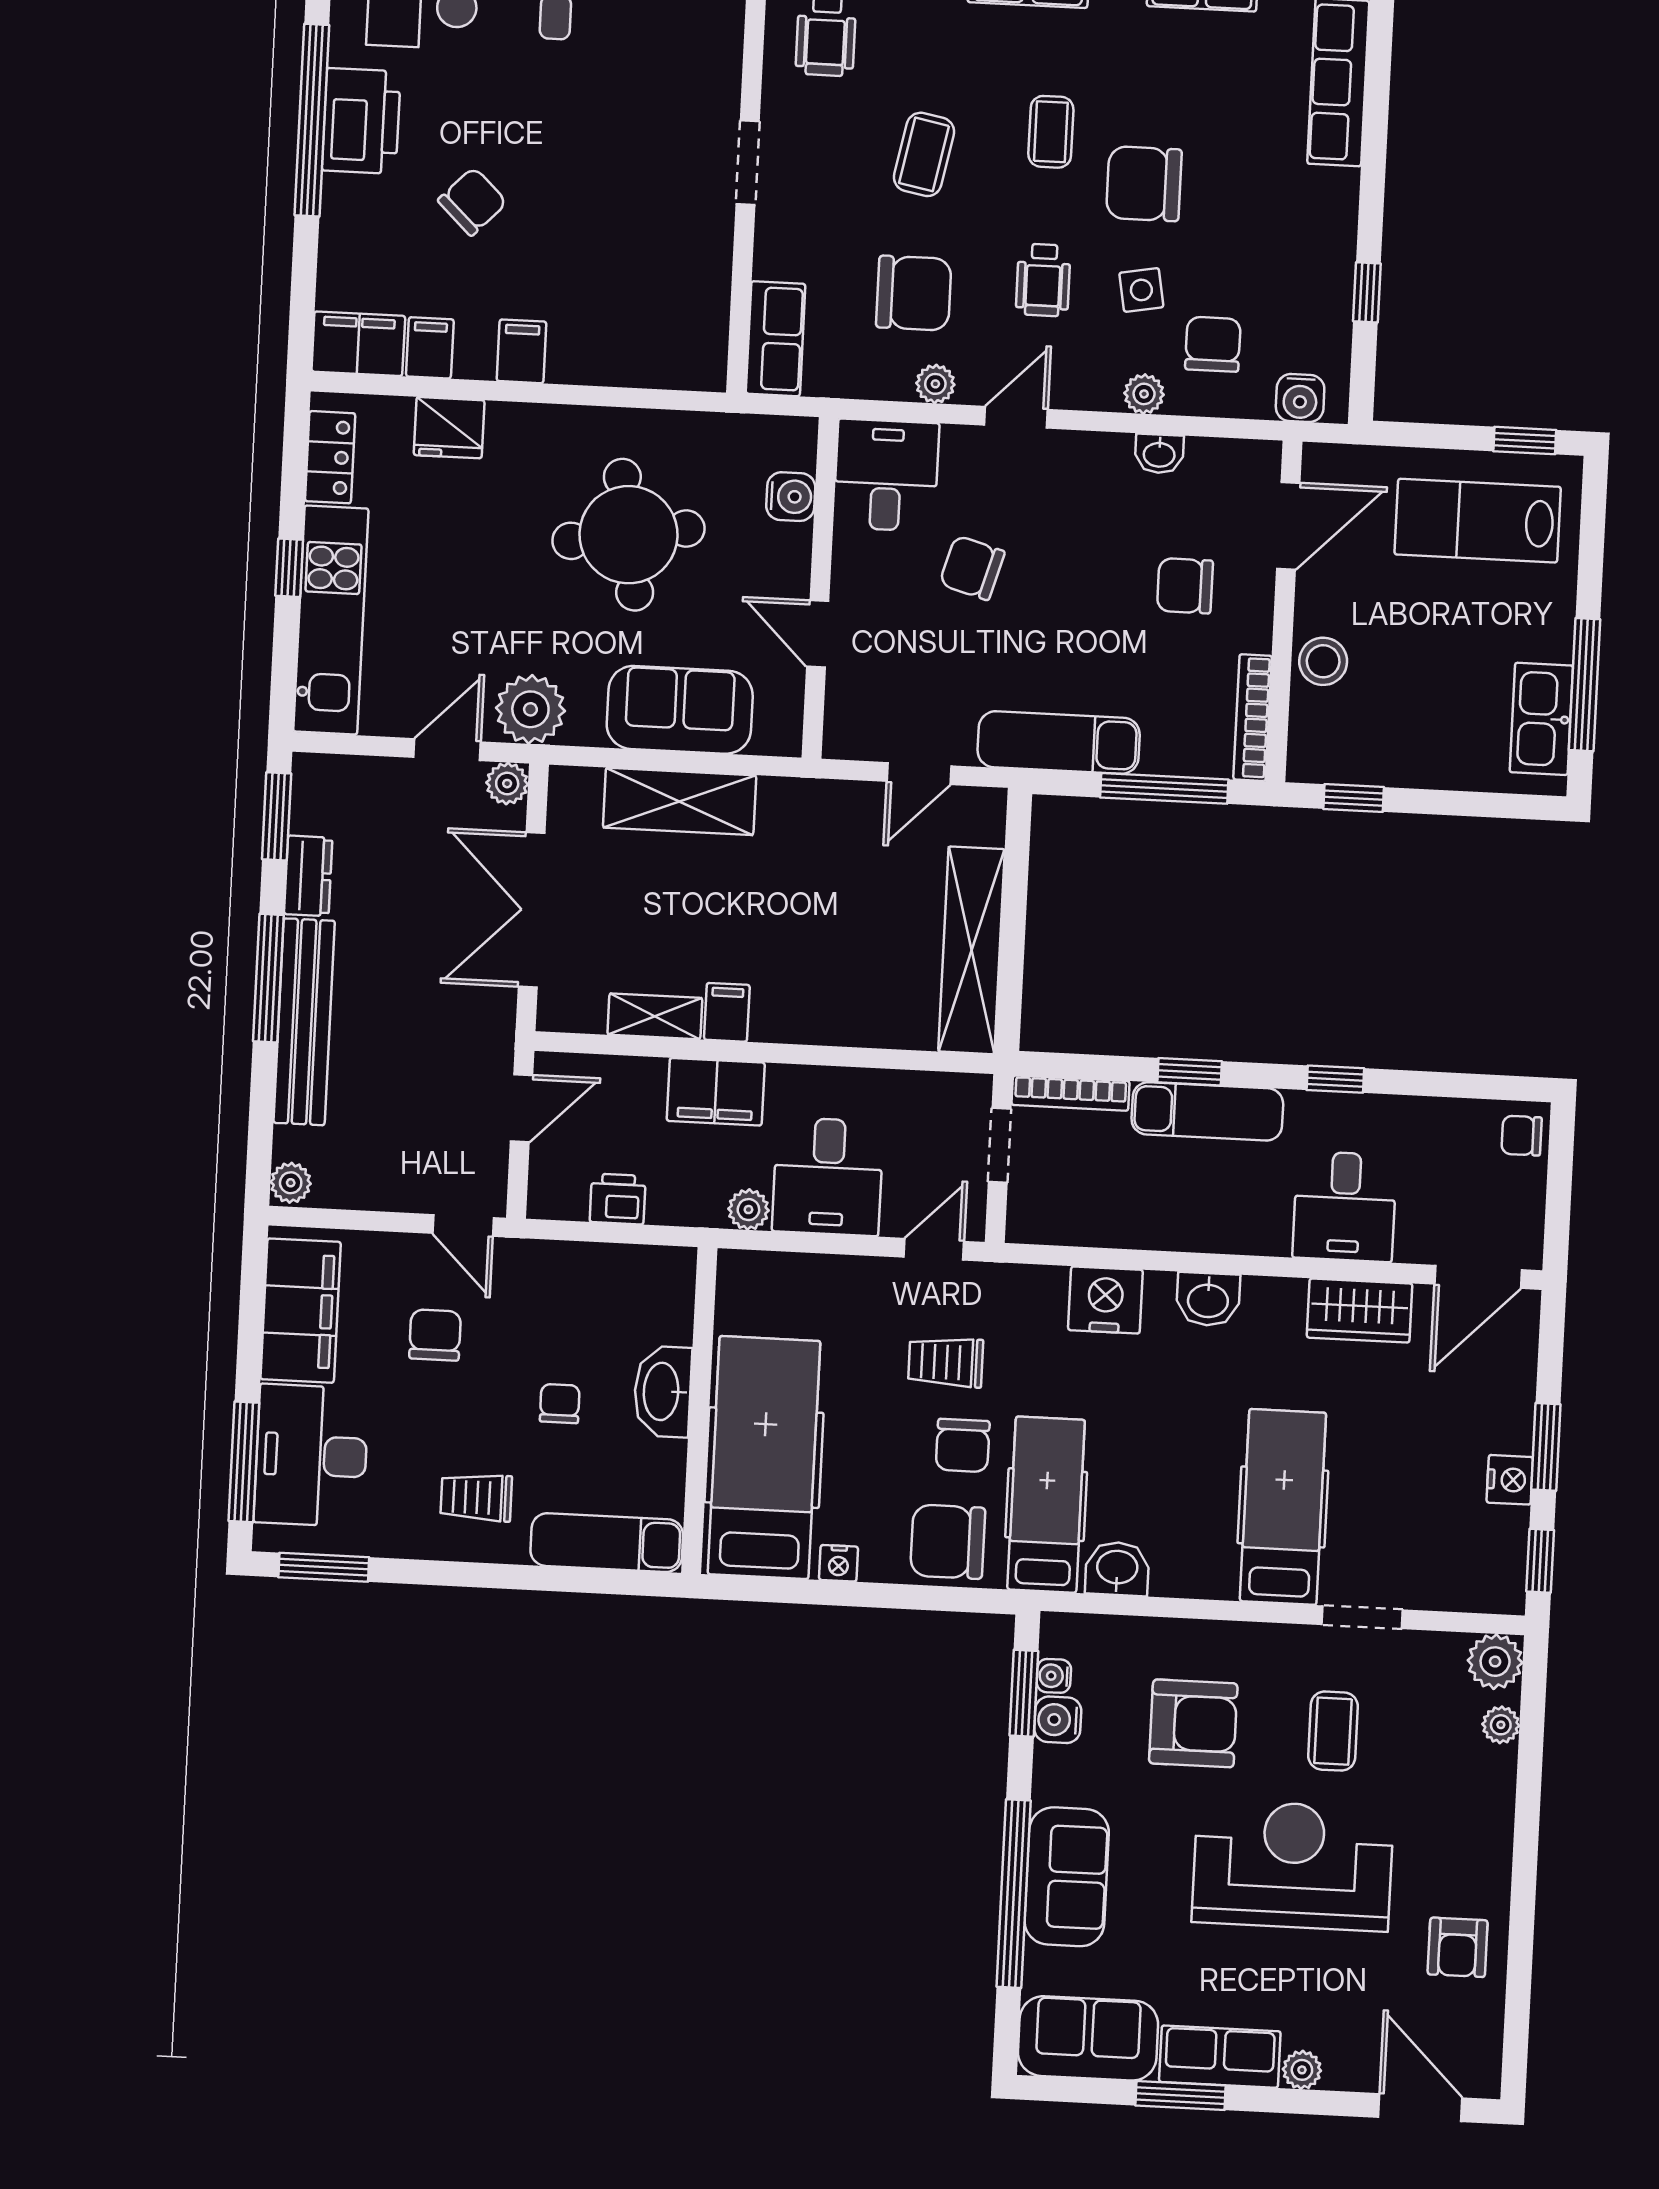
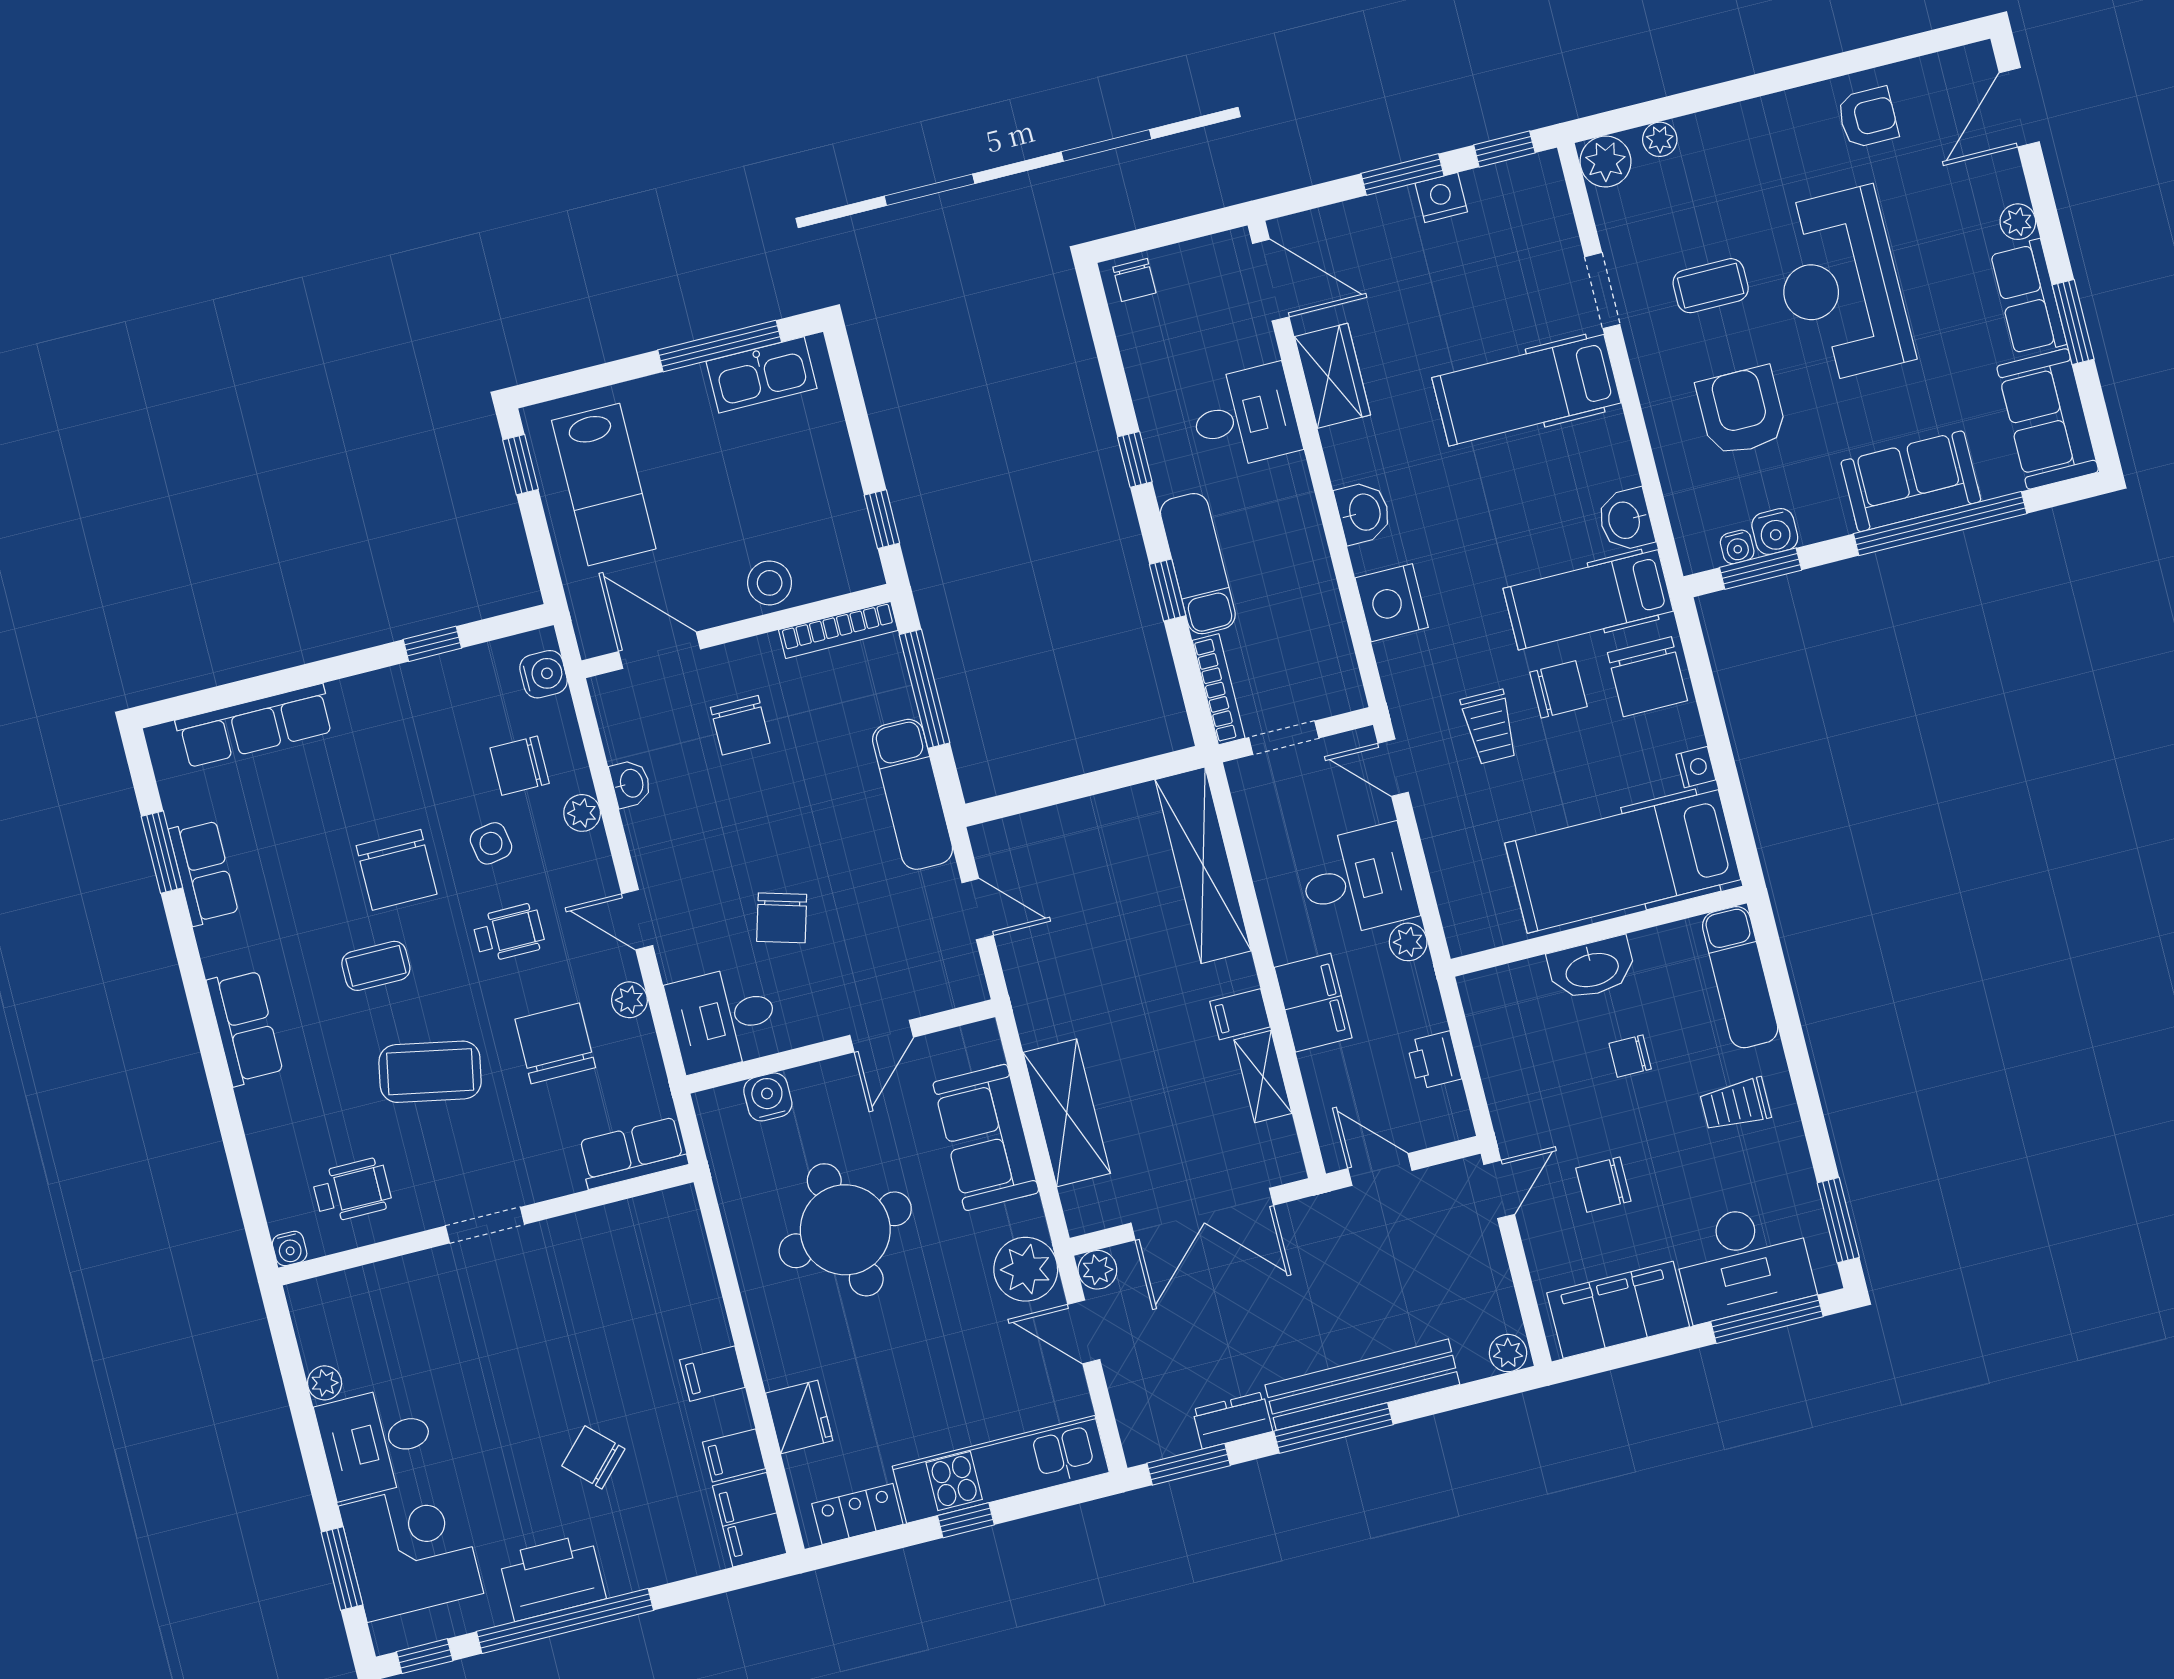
coffee table: (924, 154) -> (430, 1072), width x1.36, depth x1.30
shelving: (971, 950) -> (1203, 865), moved, turned 90
trolley: (476, 1497) -> (1735, 1105), turned 90

